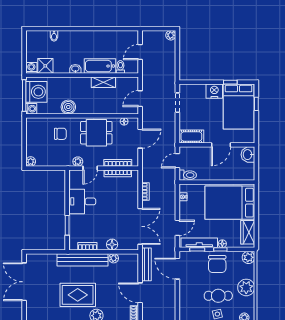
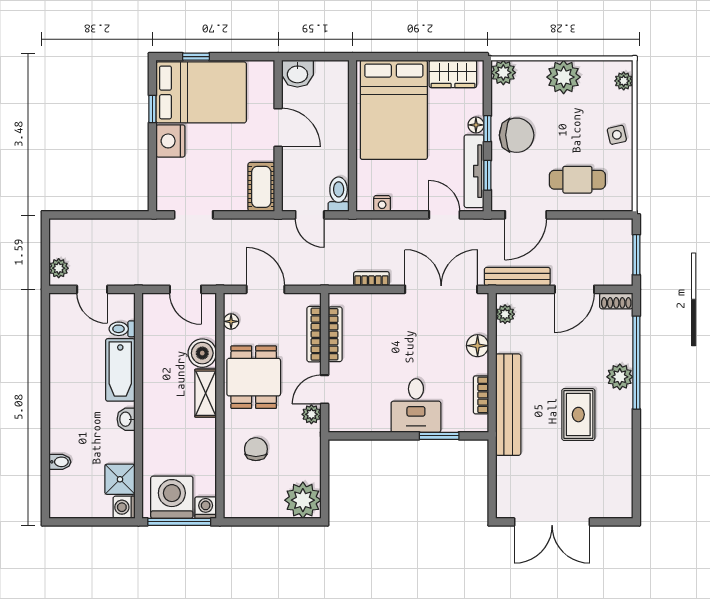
plant: (171, 35) -> (59, 268), moved
shelving: (103, 82) -> (206, 393), moved
boiler: (68, 107) -> (202, 353), moved
plant: (31, 162) -> (303, 500), width x1.87, depth x1.87
door: (90, 168) -> (325, 389), swing flipped
desk: (82, 201) -> (416, 405), moved
plant: (114, 258) -> (505, 314), moved
rug: (78, 295) -> (578, 415), width x0.73, depth x0.70
cafe table: (218, 296) -> (577, 180), moved, turned 90

